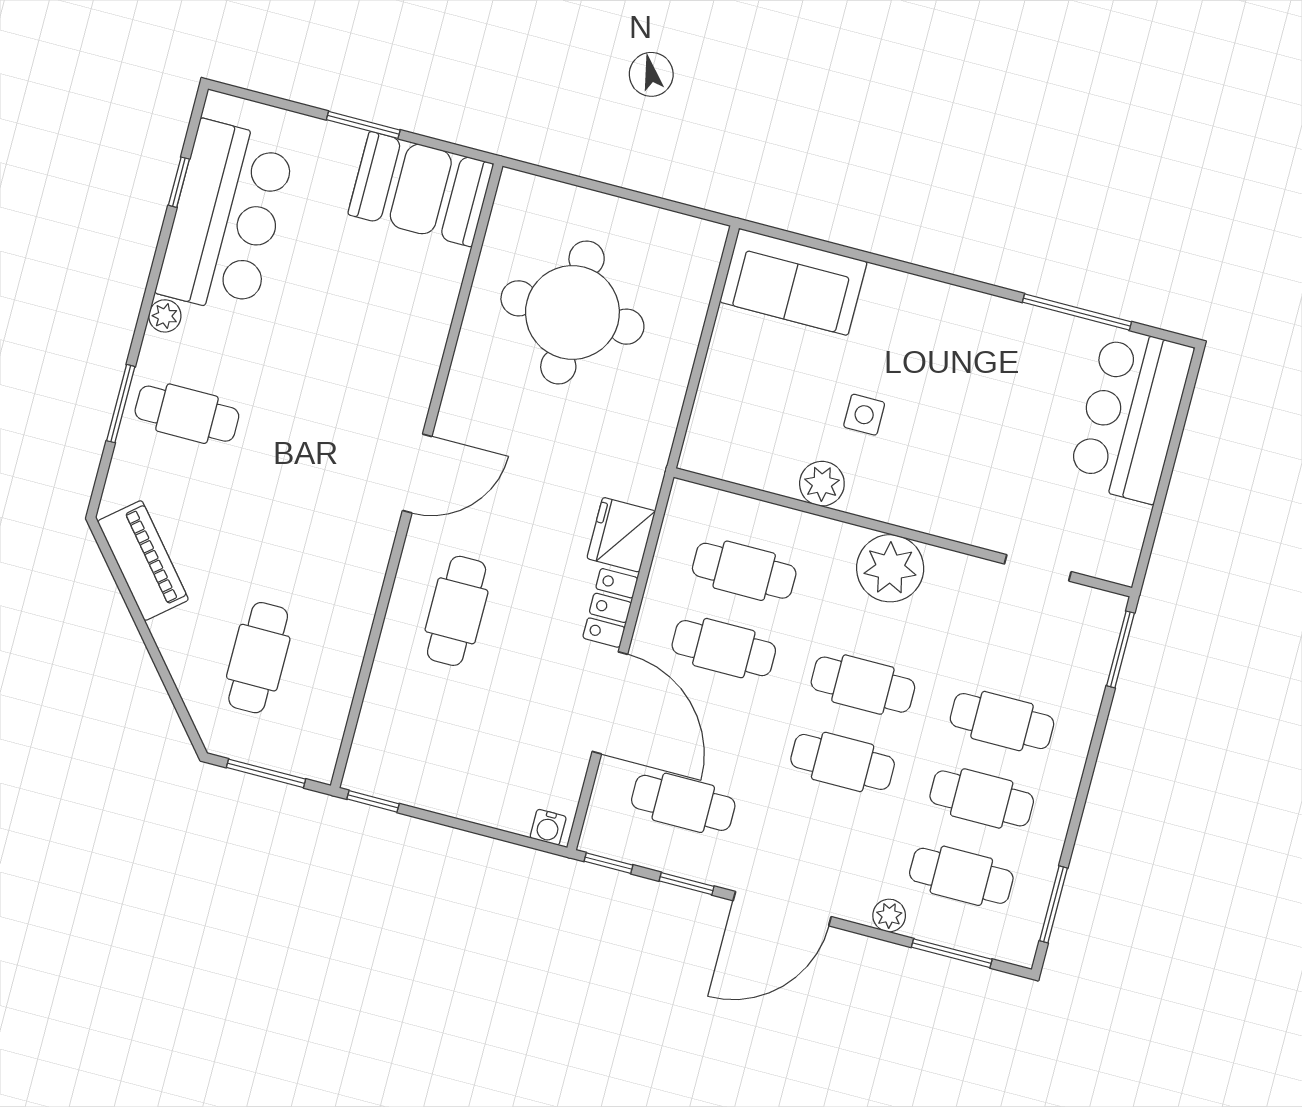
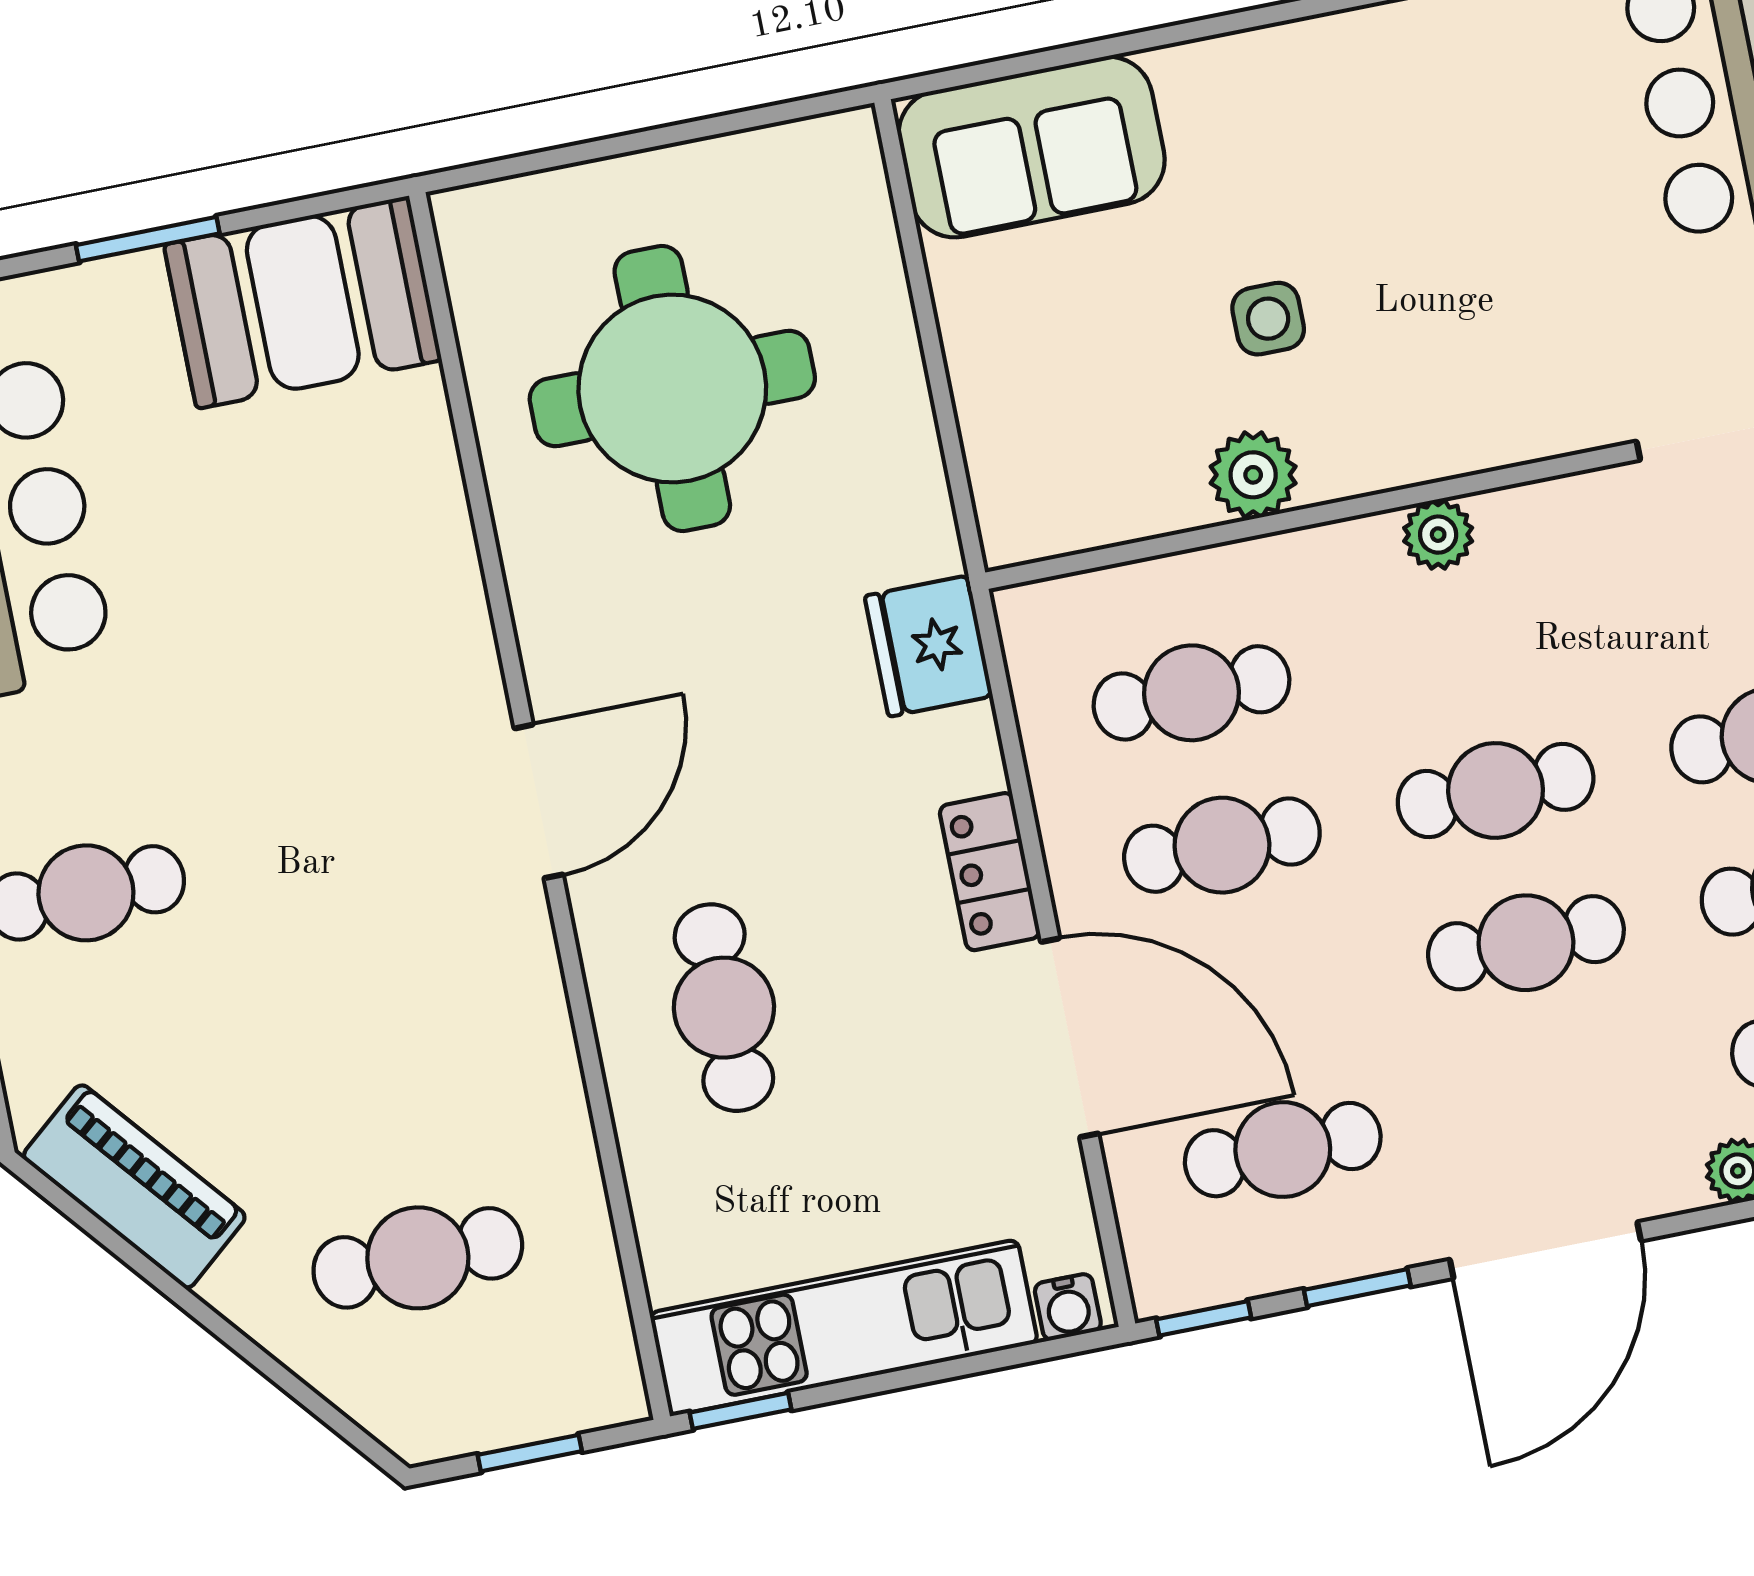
fridge: (621, 535) -> (929, 646), moved
plant: (890, 568) -> (1438, 535), width x0.53, depth x0.53
cafe table: (258, 658) -> (418, 1258), turned 90
window: (266, 773) -> (530, 1453), width x0.67
kitchen unit: (440, 786) -> (844, 1328), added

